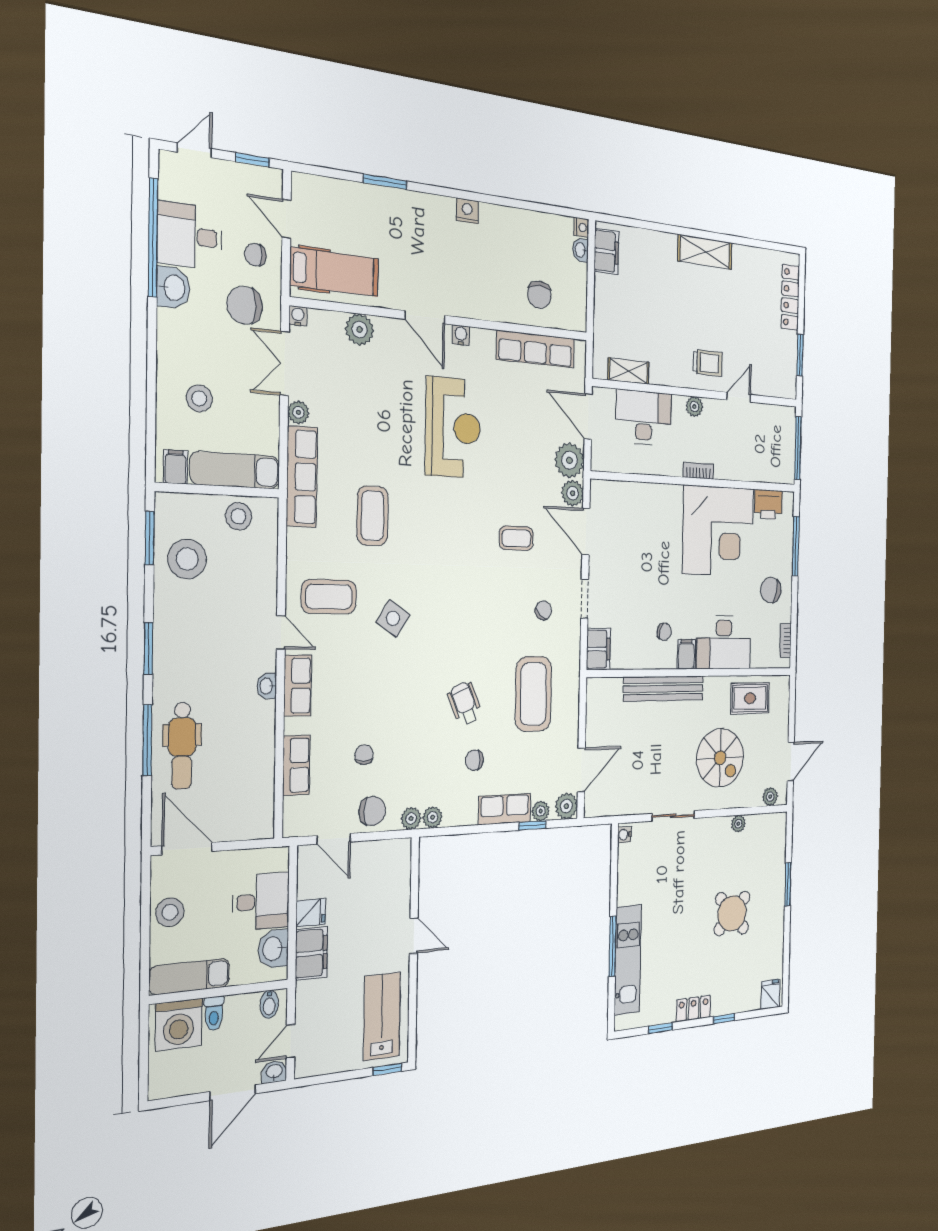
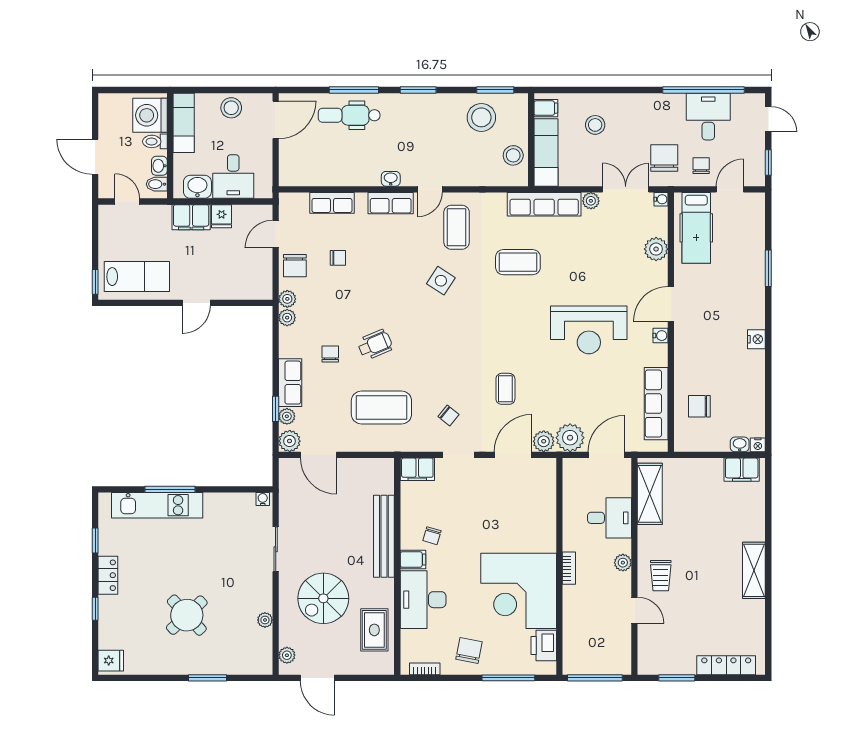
washbasin: (173, 288) -> (671, 105), removed
shelving: (628, 371) -> (650, 494), width x1.50, depth x1.33
desk: (644, 418) -> (610, 518), width x0.73
washbasin: (274, 1072) -> (159, 166), moved, turned 180

